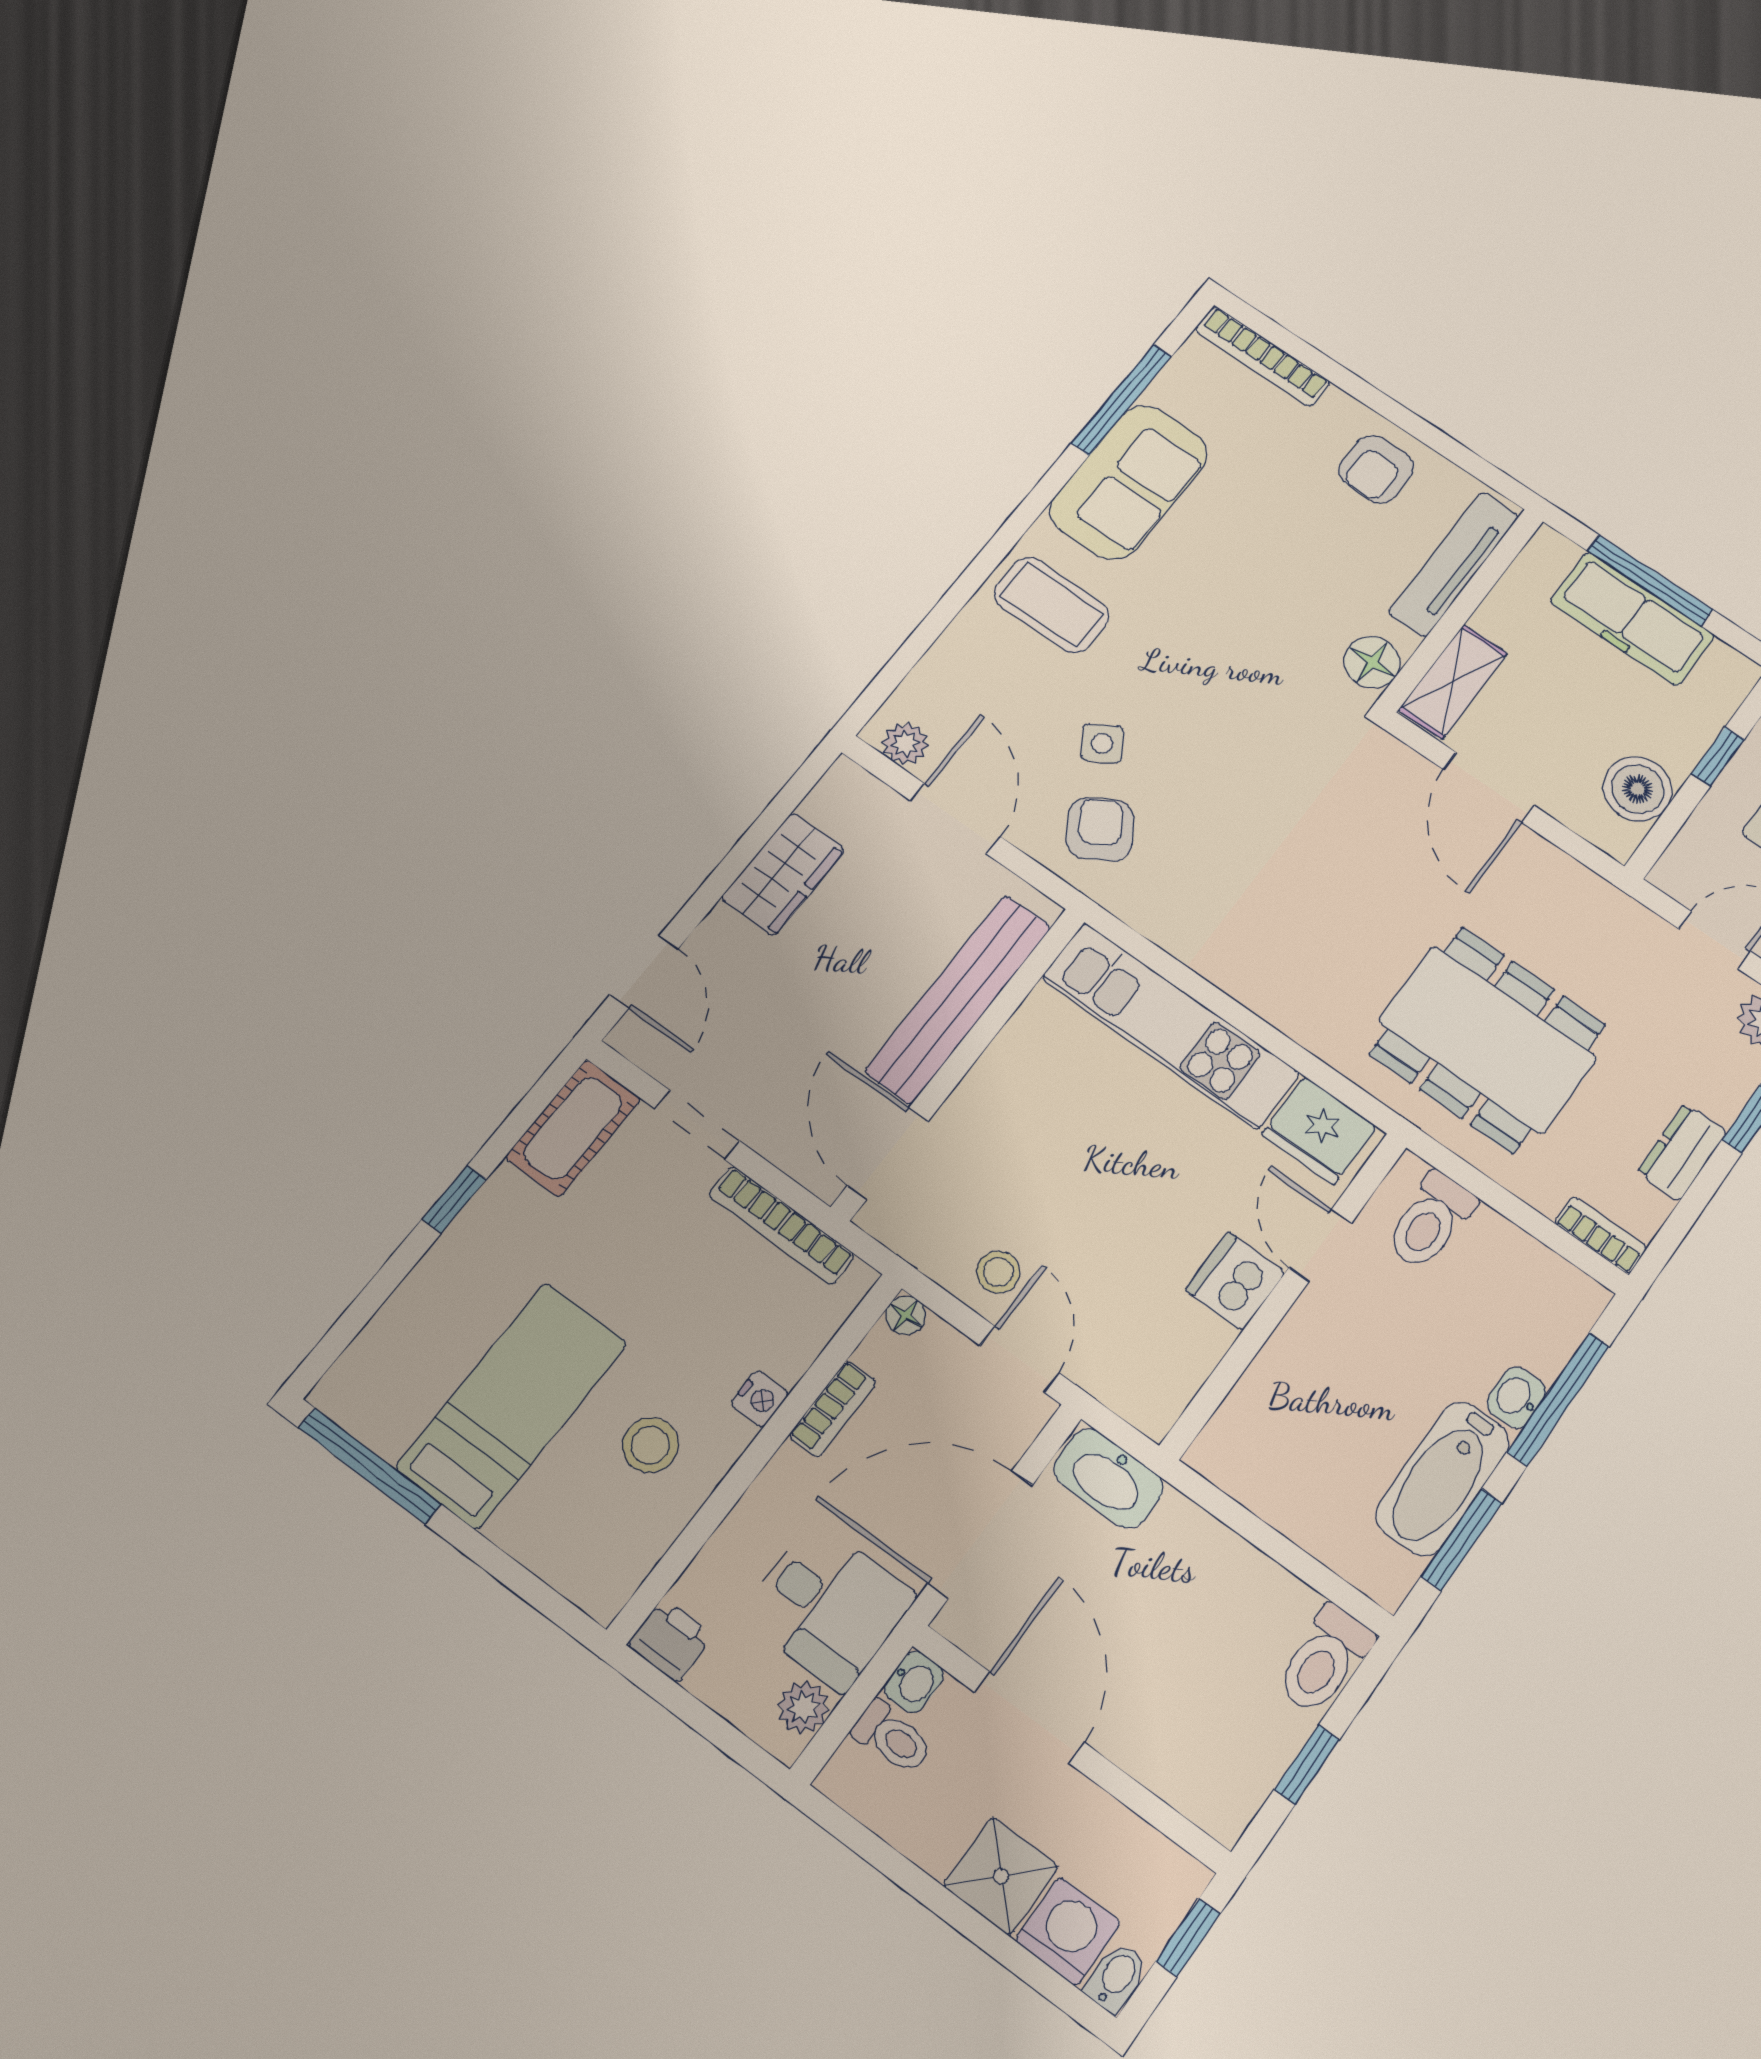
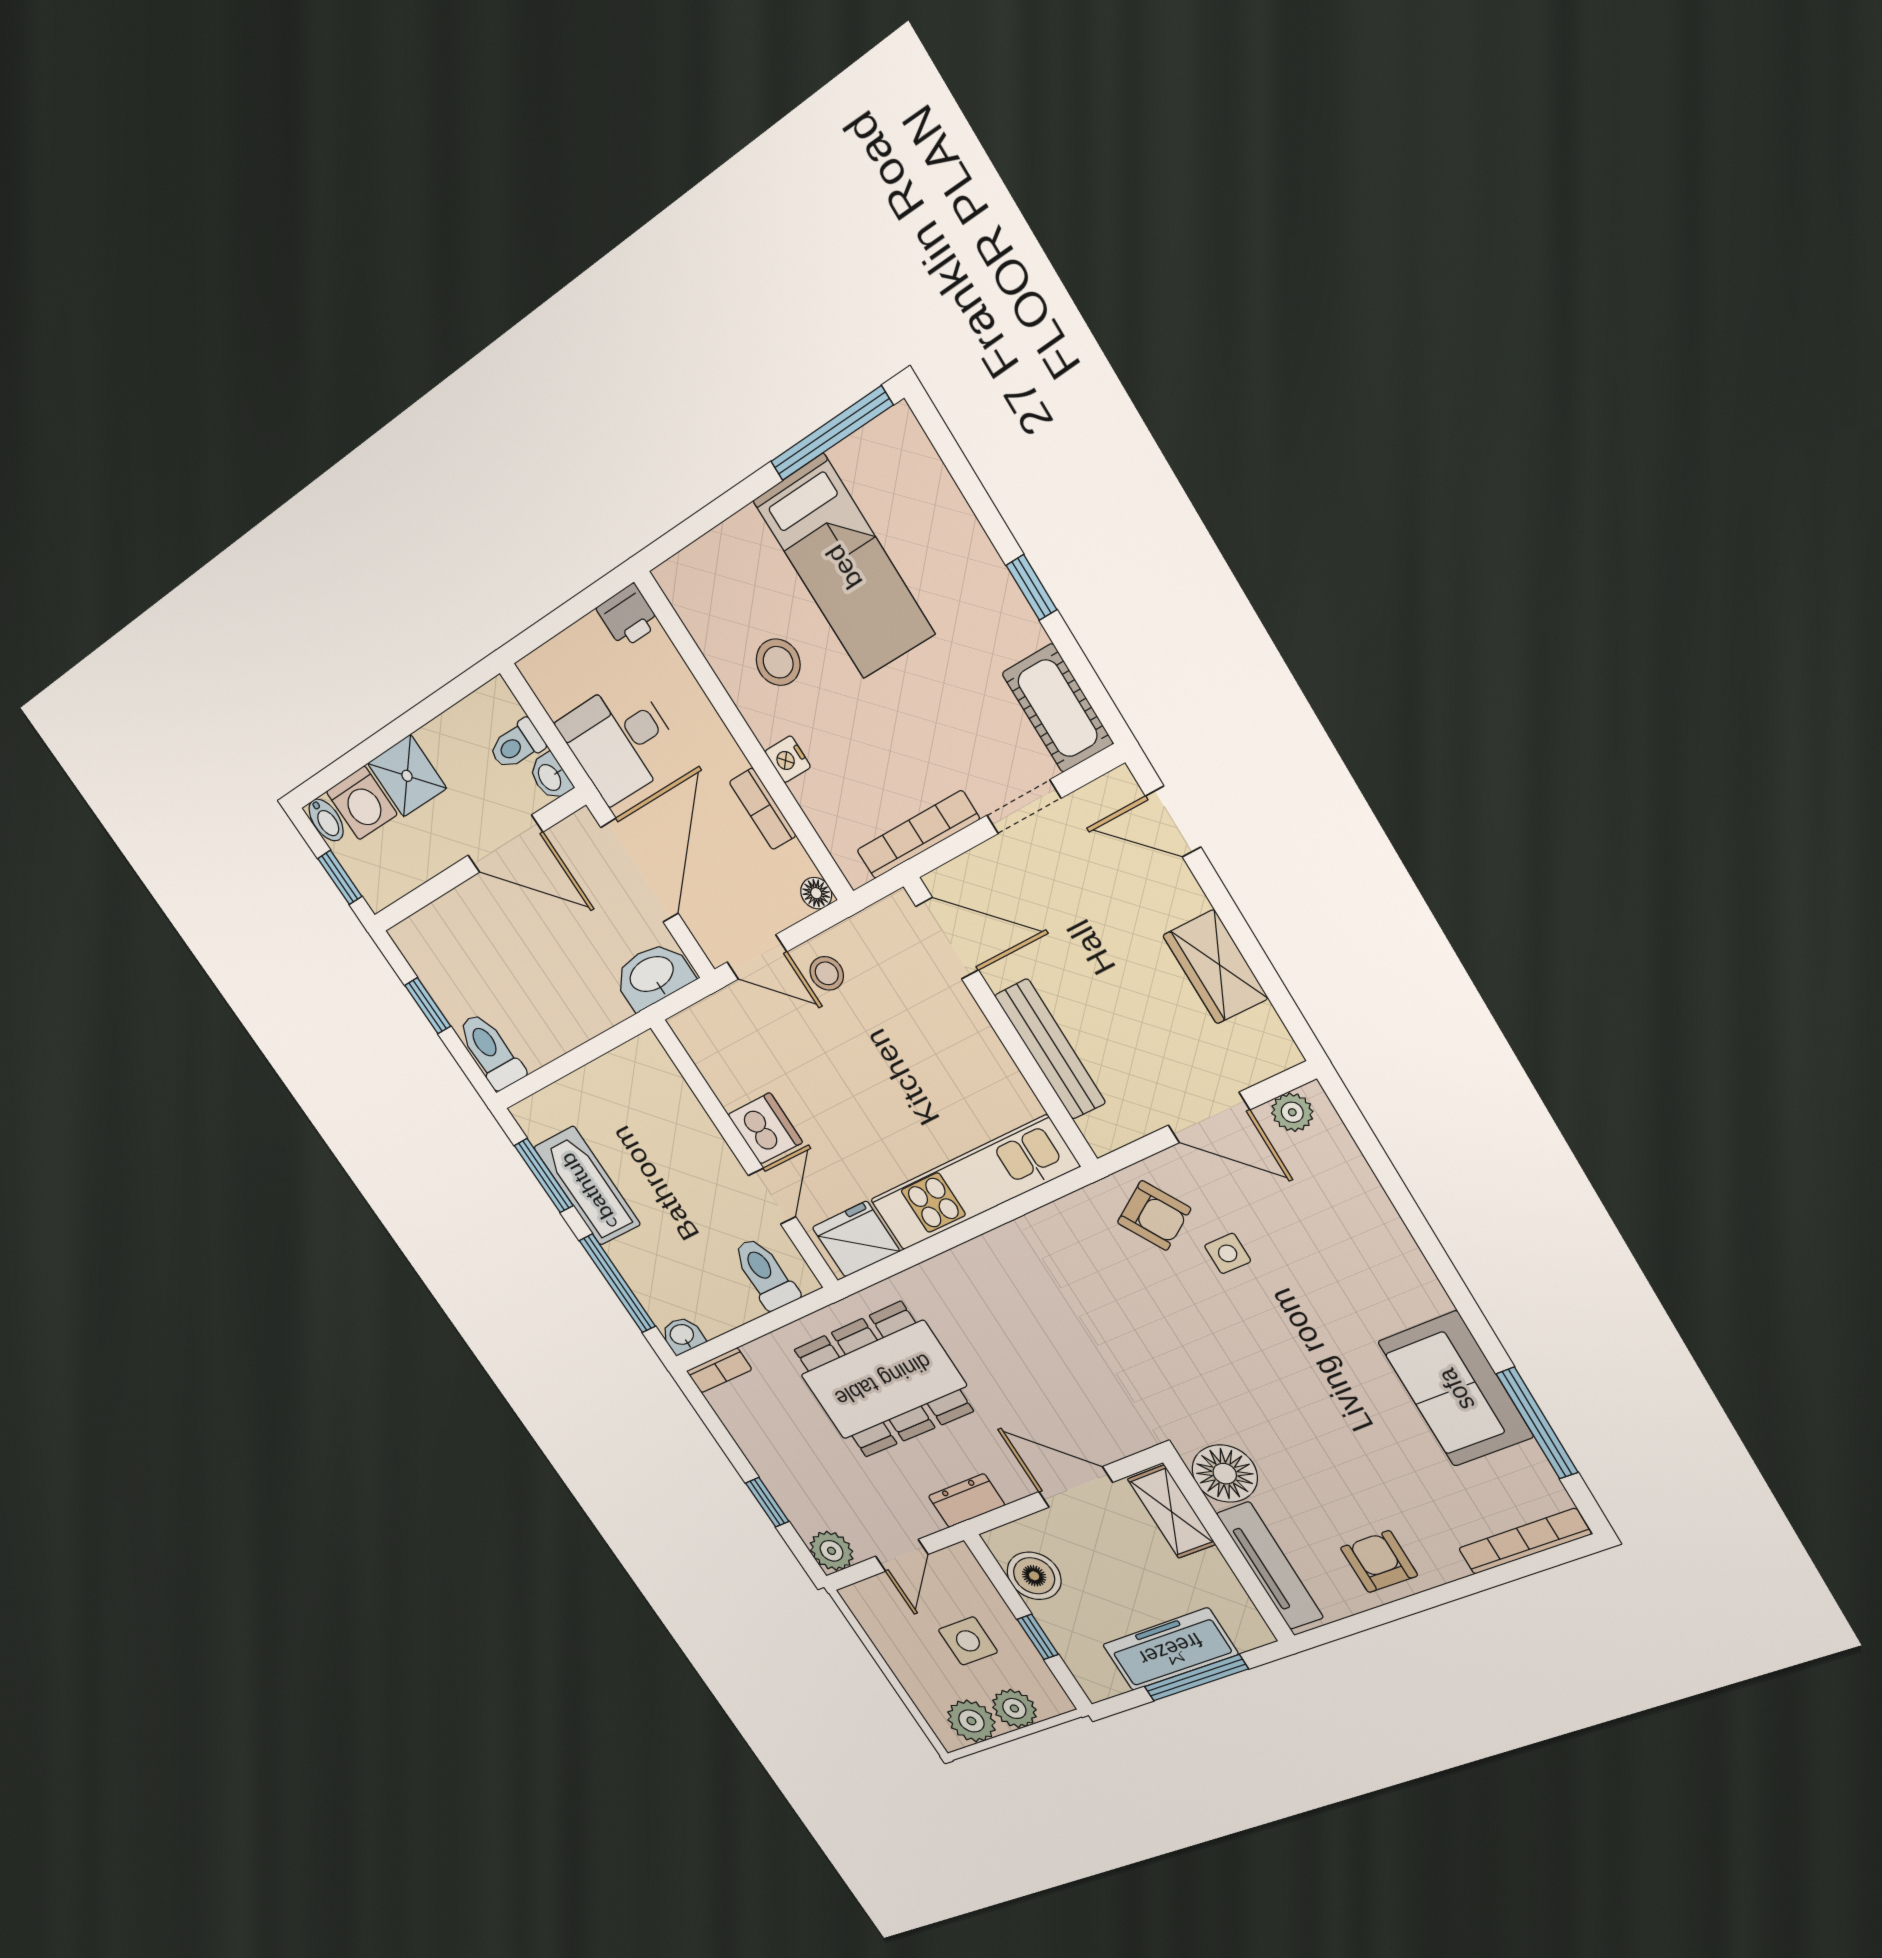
coffee table: (1052, 605) -> (1369, 1279), removed
floor lamp: (1372, 662) -> (1225, 1474), width x1.38, depth x1.38
side table: (1102, 743) -> (1228, 1253), turned 32
bench: (958, 999) -> (1050, 1049), width x0.73, depth x0.82
dresser: (1682, 1152) -> (967, 1501), moved, turned -90
door: (1320, 1245) -> (772, 1196), hinge flipped
washbasin: (1516, 1397) -> (682, 1335), moved, turned -90
plant: (803, 1707) -> (554, 692), removed

